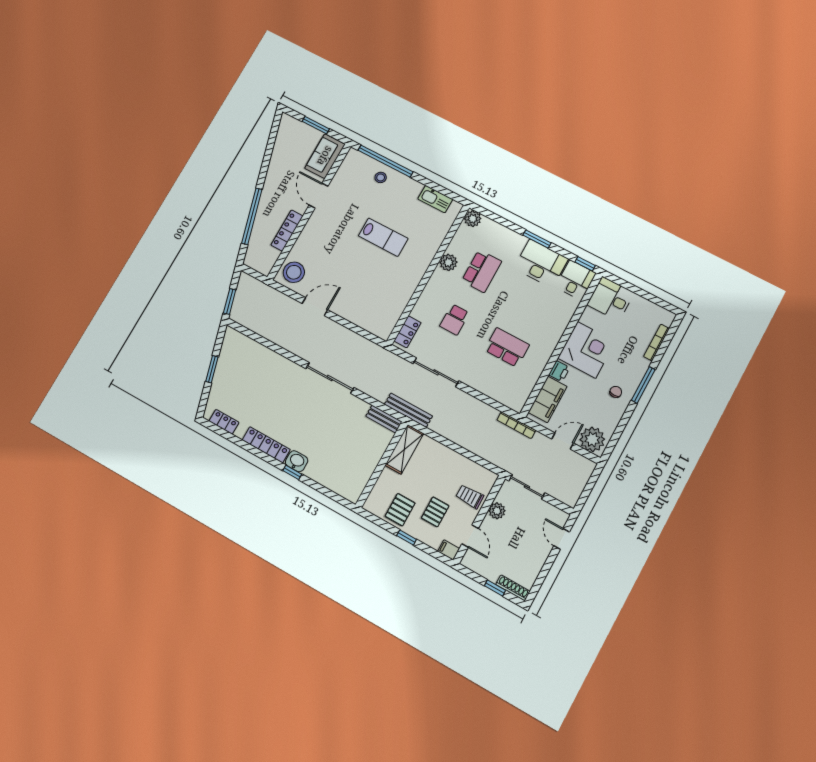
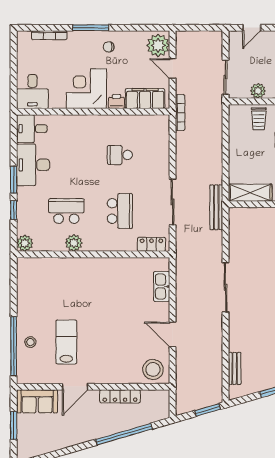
kitchen sink: (435, 199) -> (162, 286), moved, turned 180
lab bench: (383, 237) -> (66, 342), moved
window: (585, 264) -> (14, 210), moved
school desk: (454, 320) -> (120, 211), width x1.85
school desk: (507, 347) -> (120, 155), width x0.54
bench: (384, 419) -> (235, 368), moved

